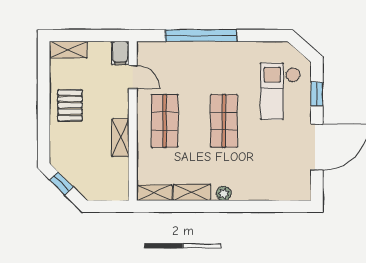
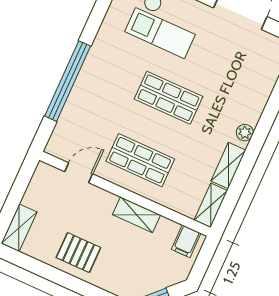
filing cabinet: (120, 53) -> (186, 241), moved, turned 90

